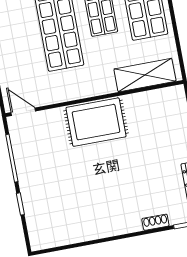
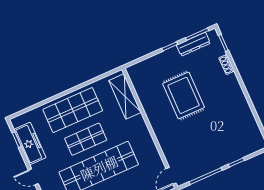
rug: (96, 122) -> (184, 95), moved

